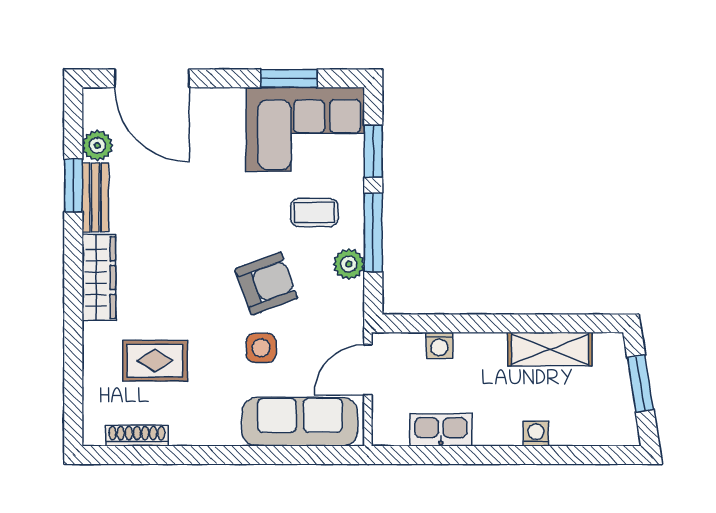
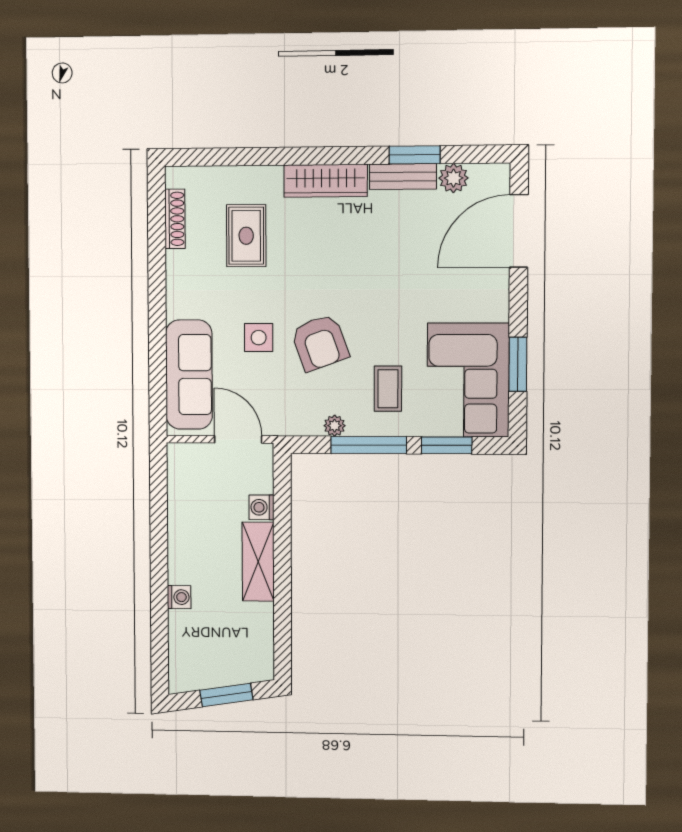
plant: (349, 264) -> (335, 426), width x0.73, depth x0.73
shelving: (550, 349) -> (258, 562), moved
kitchen sink: (441, 430) -> (182, 508), removed

